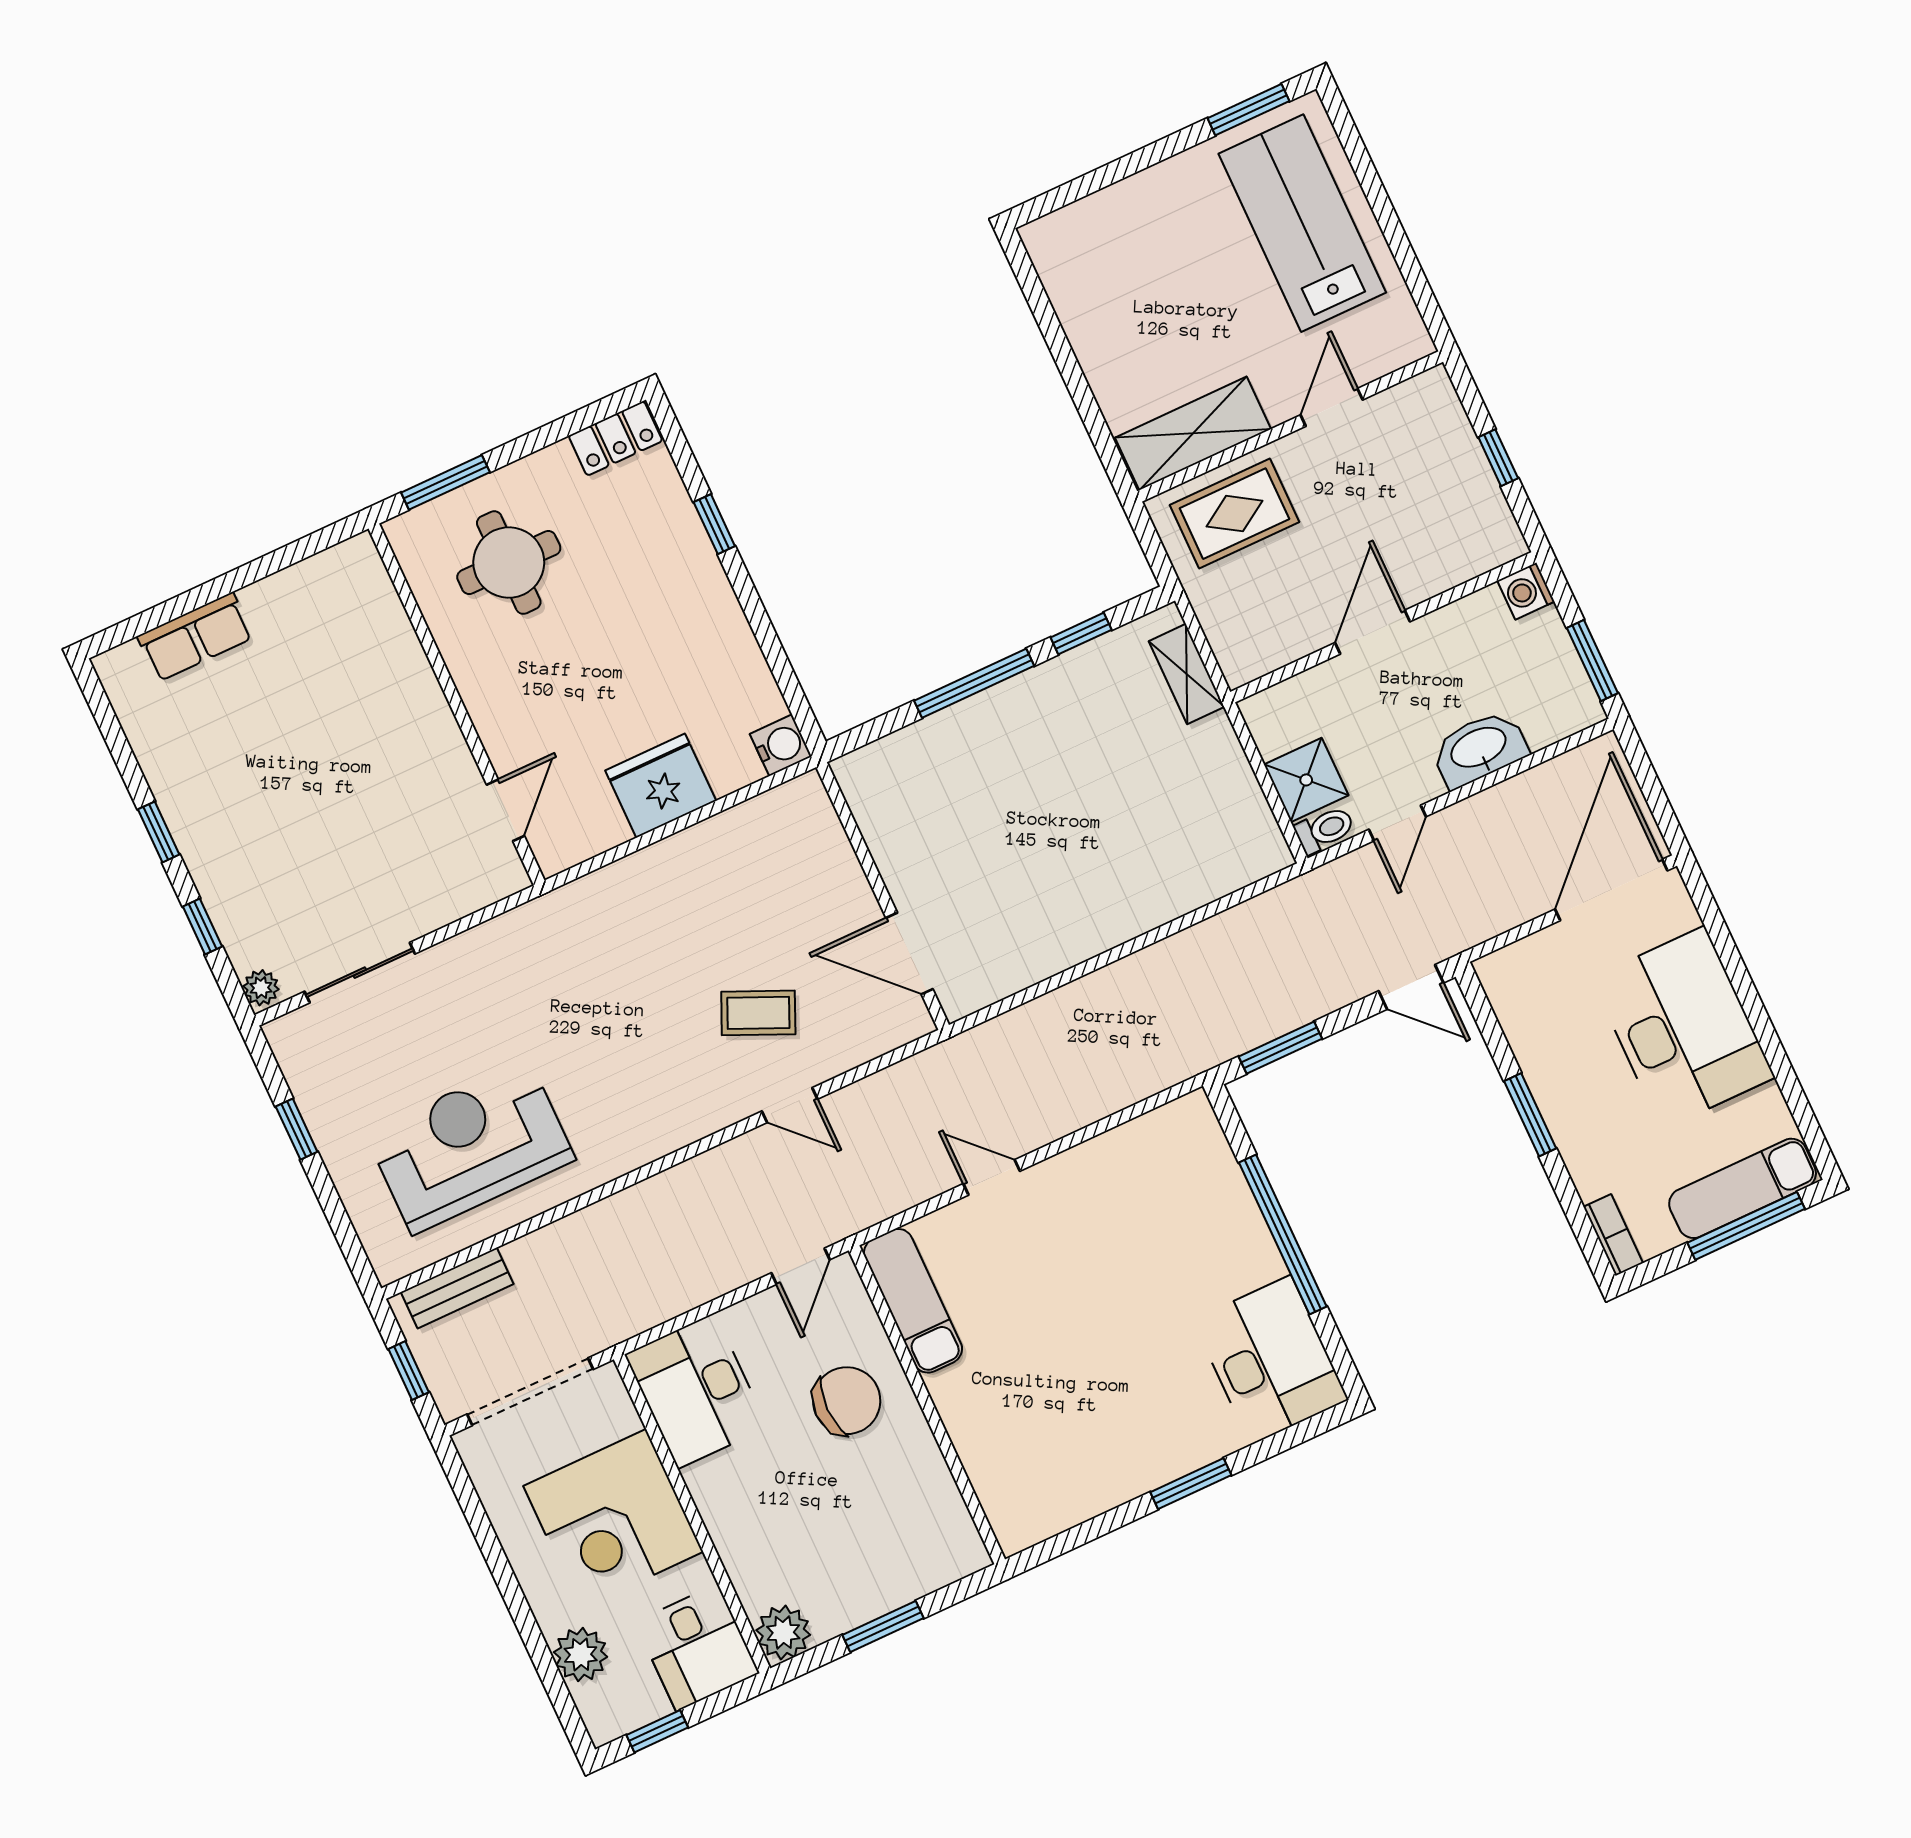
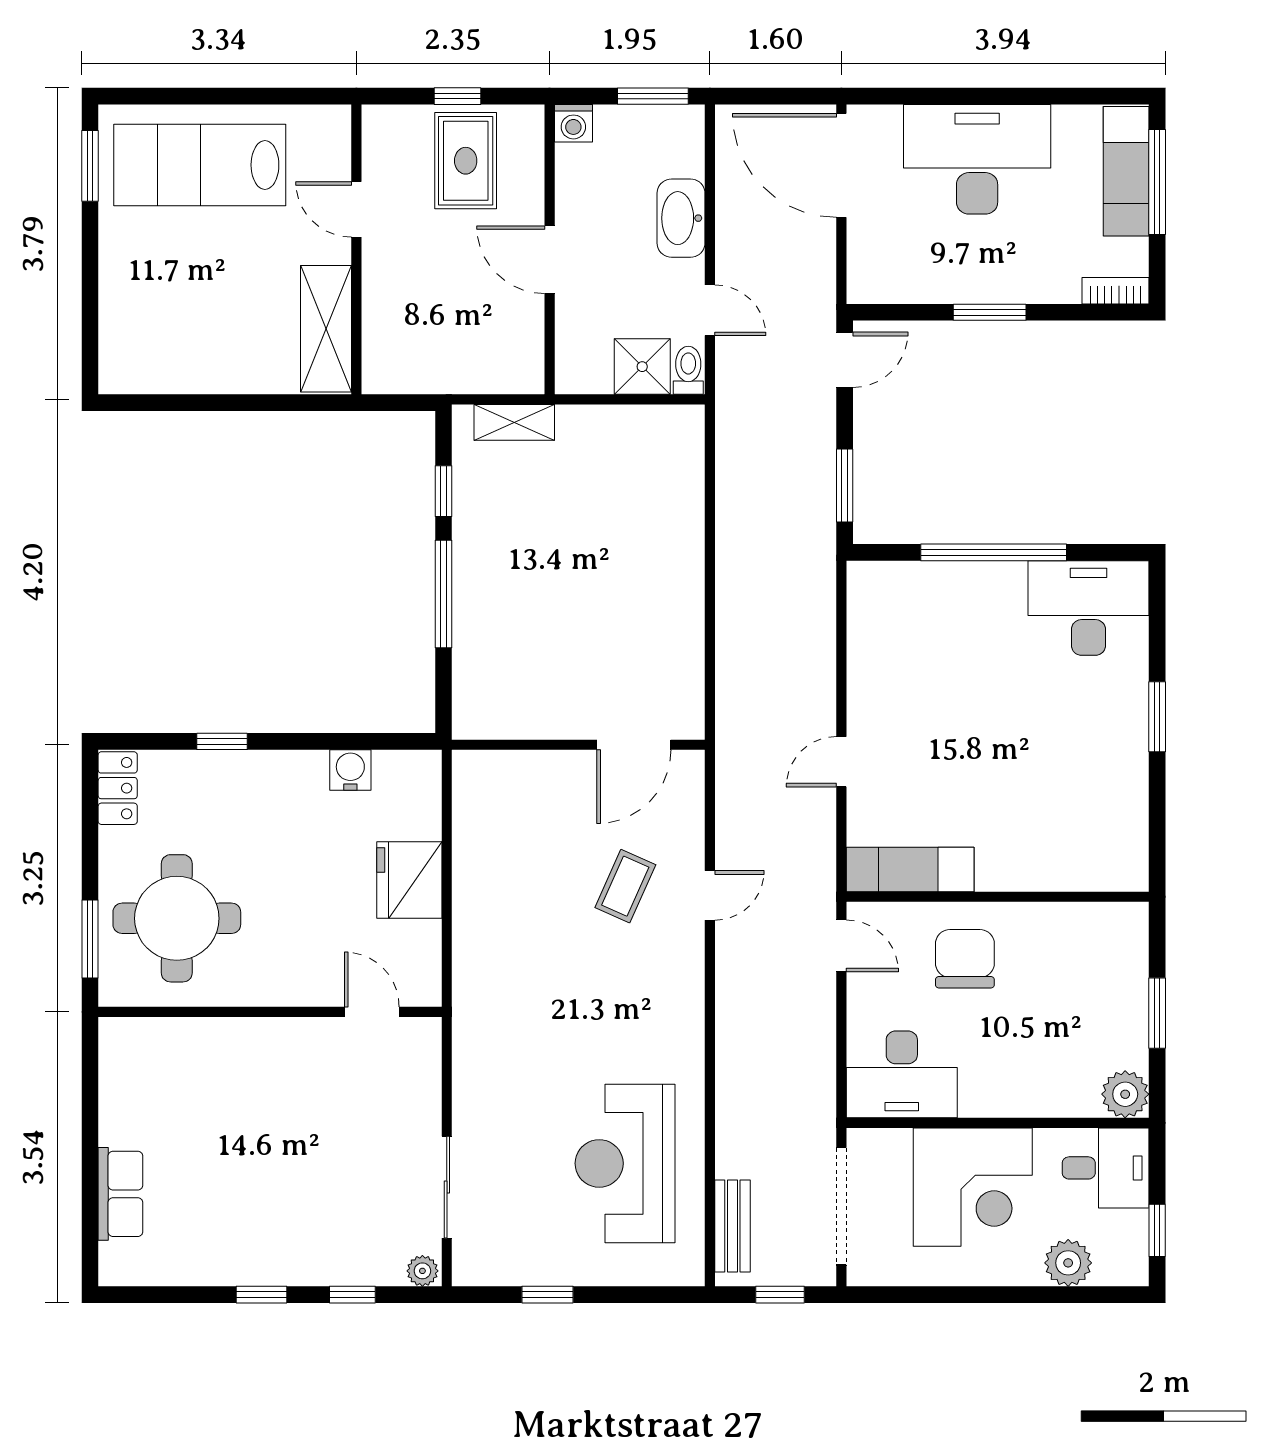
rug: (1234, 514) -> (466, 161), moved
round table: (509, 563) -> (177, 918), width x1.36, depth x1.36
water cooler: (781, 745) -> (350, 770), moved

